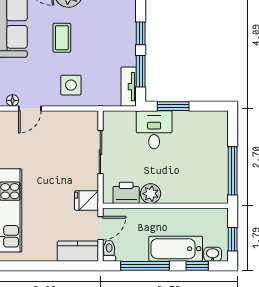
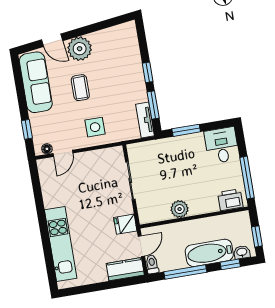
desk: (154, 130) -> (222, 145), moved
printer: (126, 193) -> (230, 200), moved

